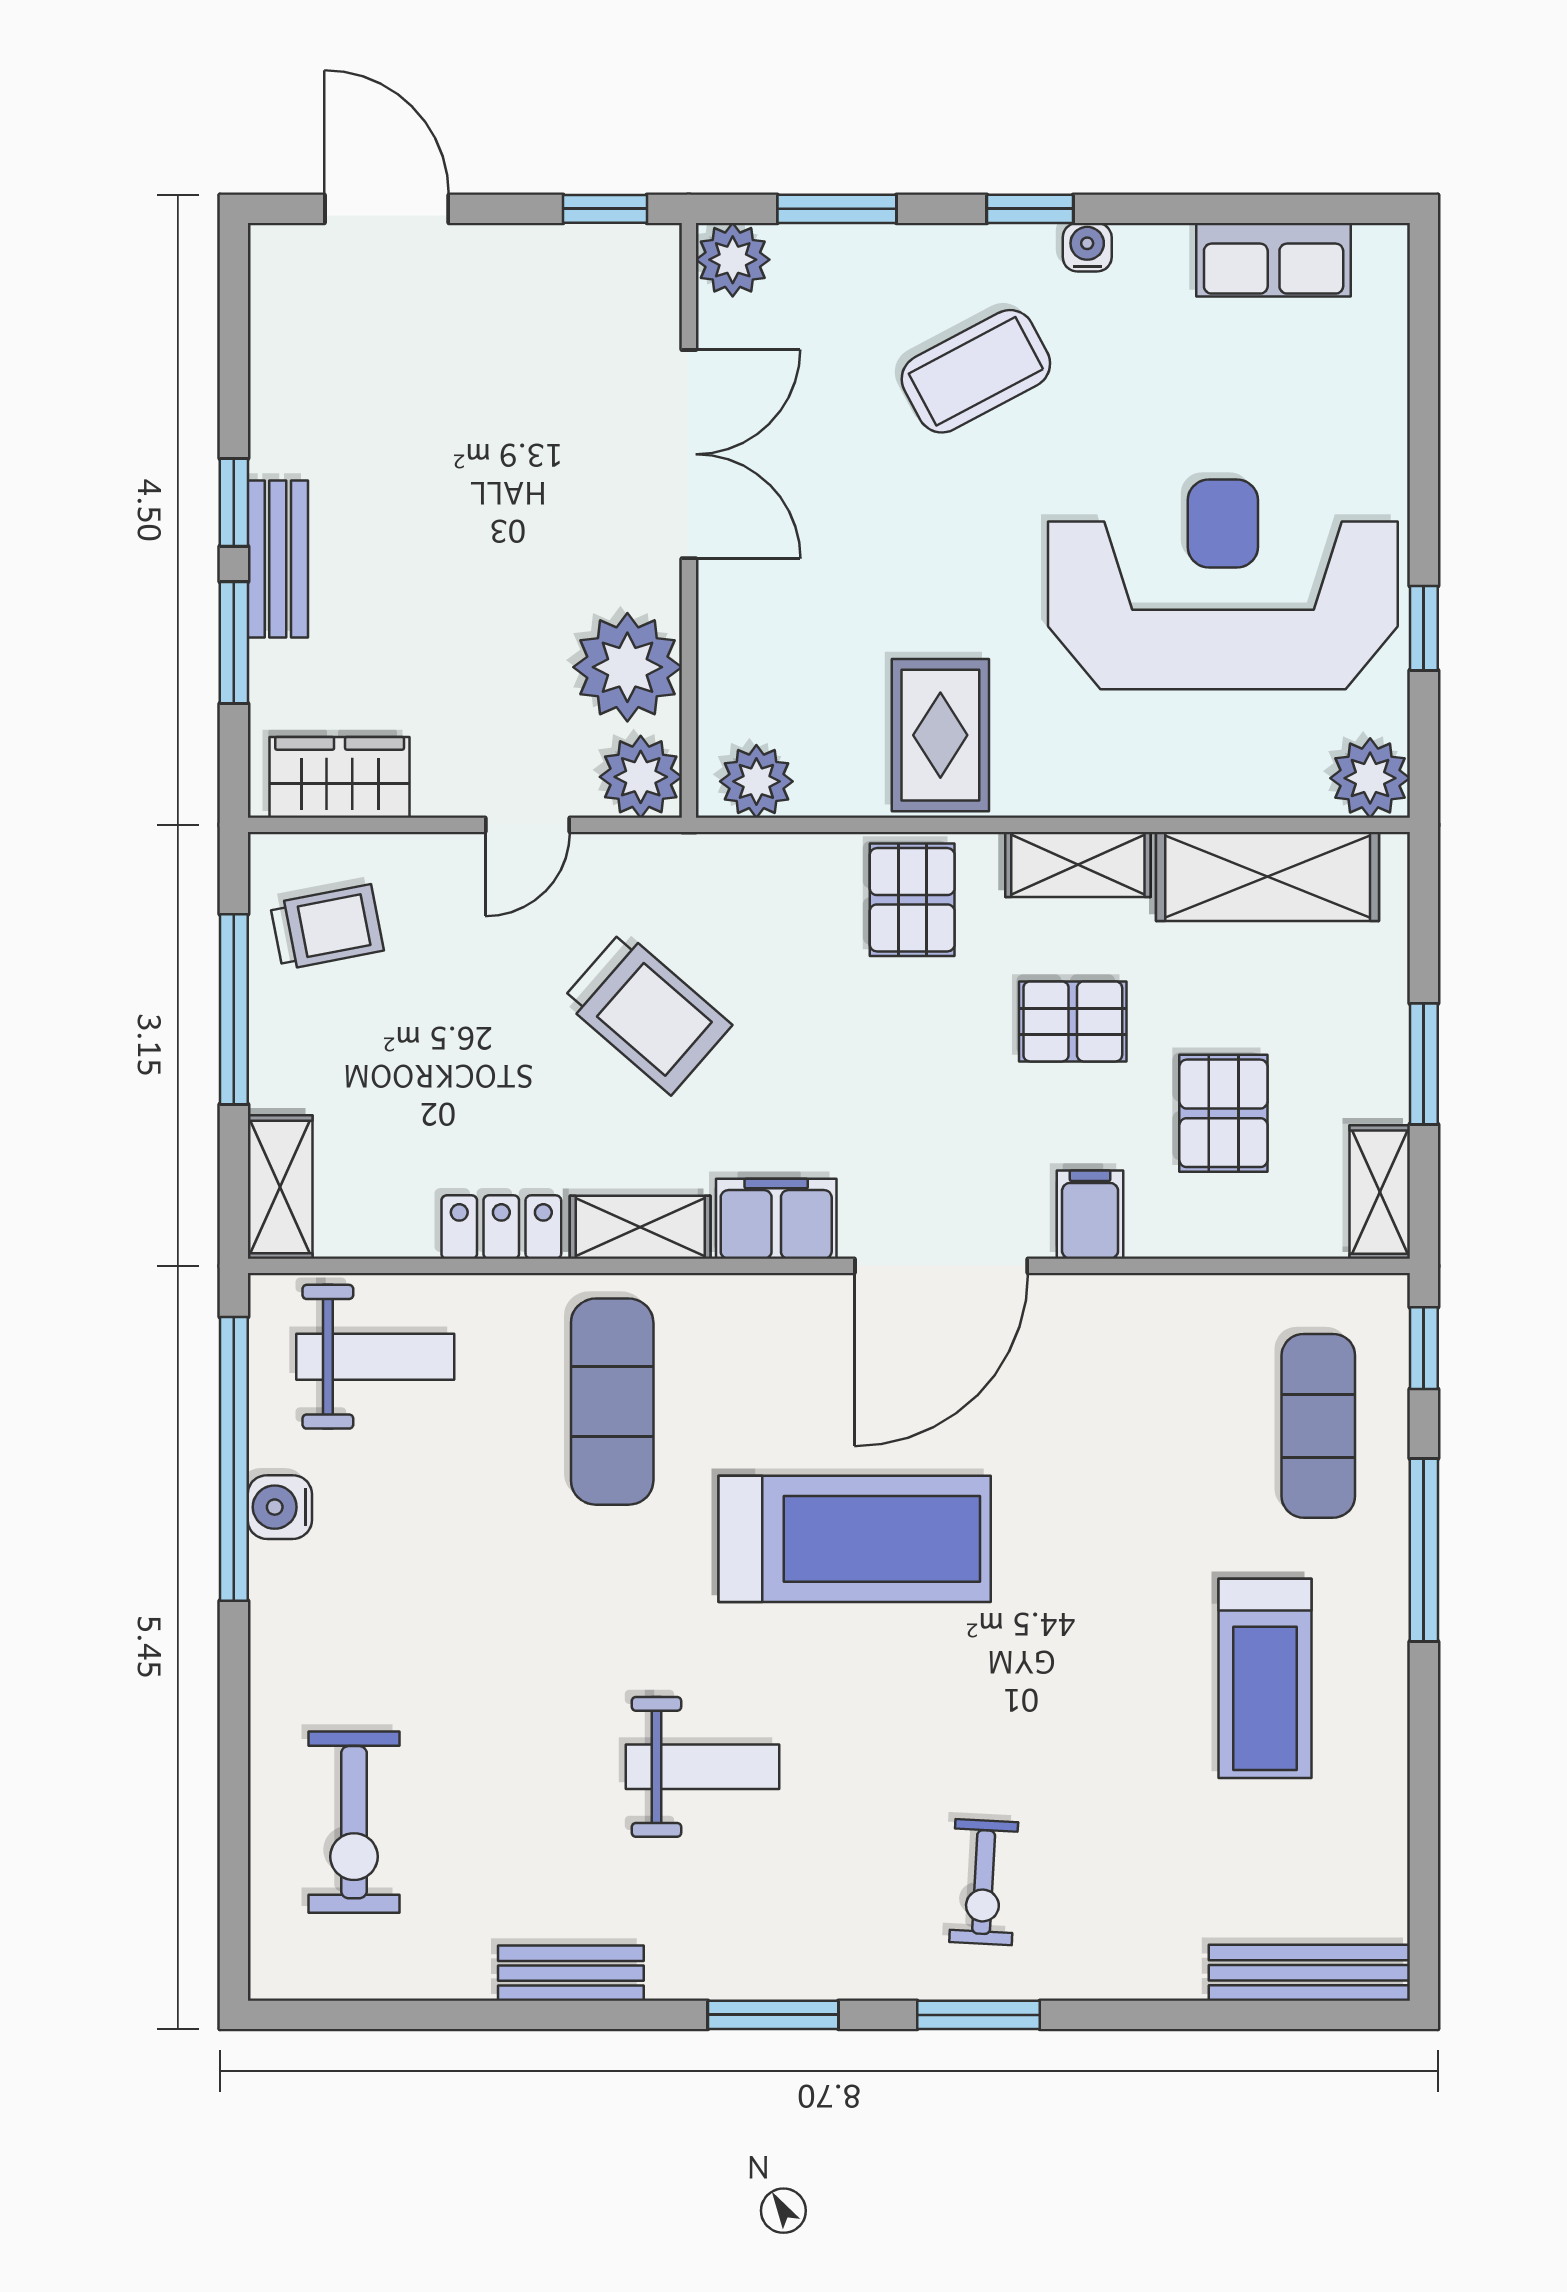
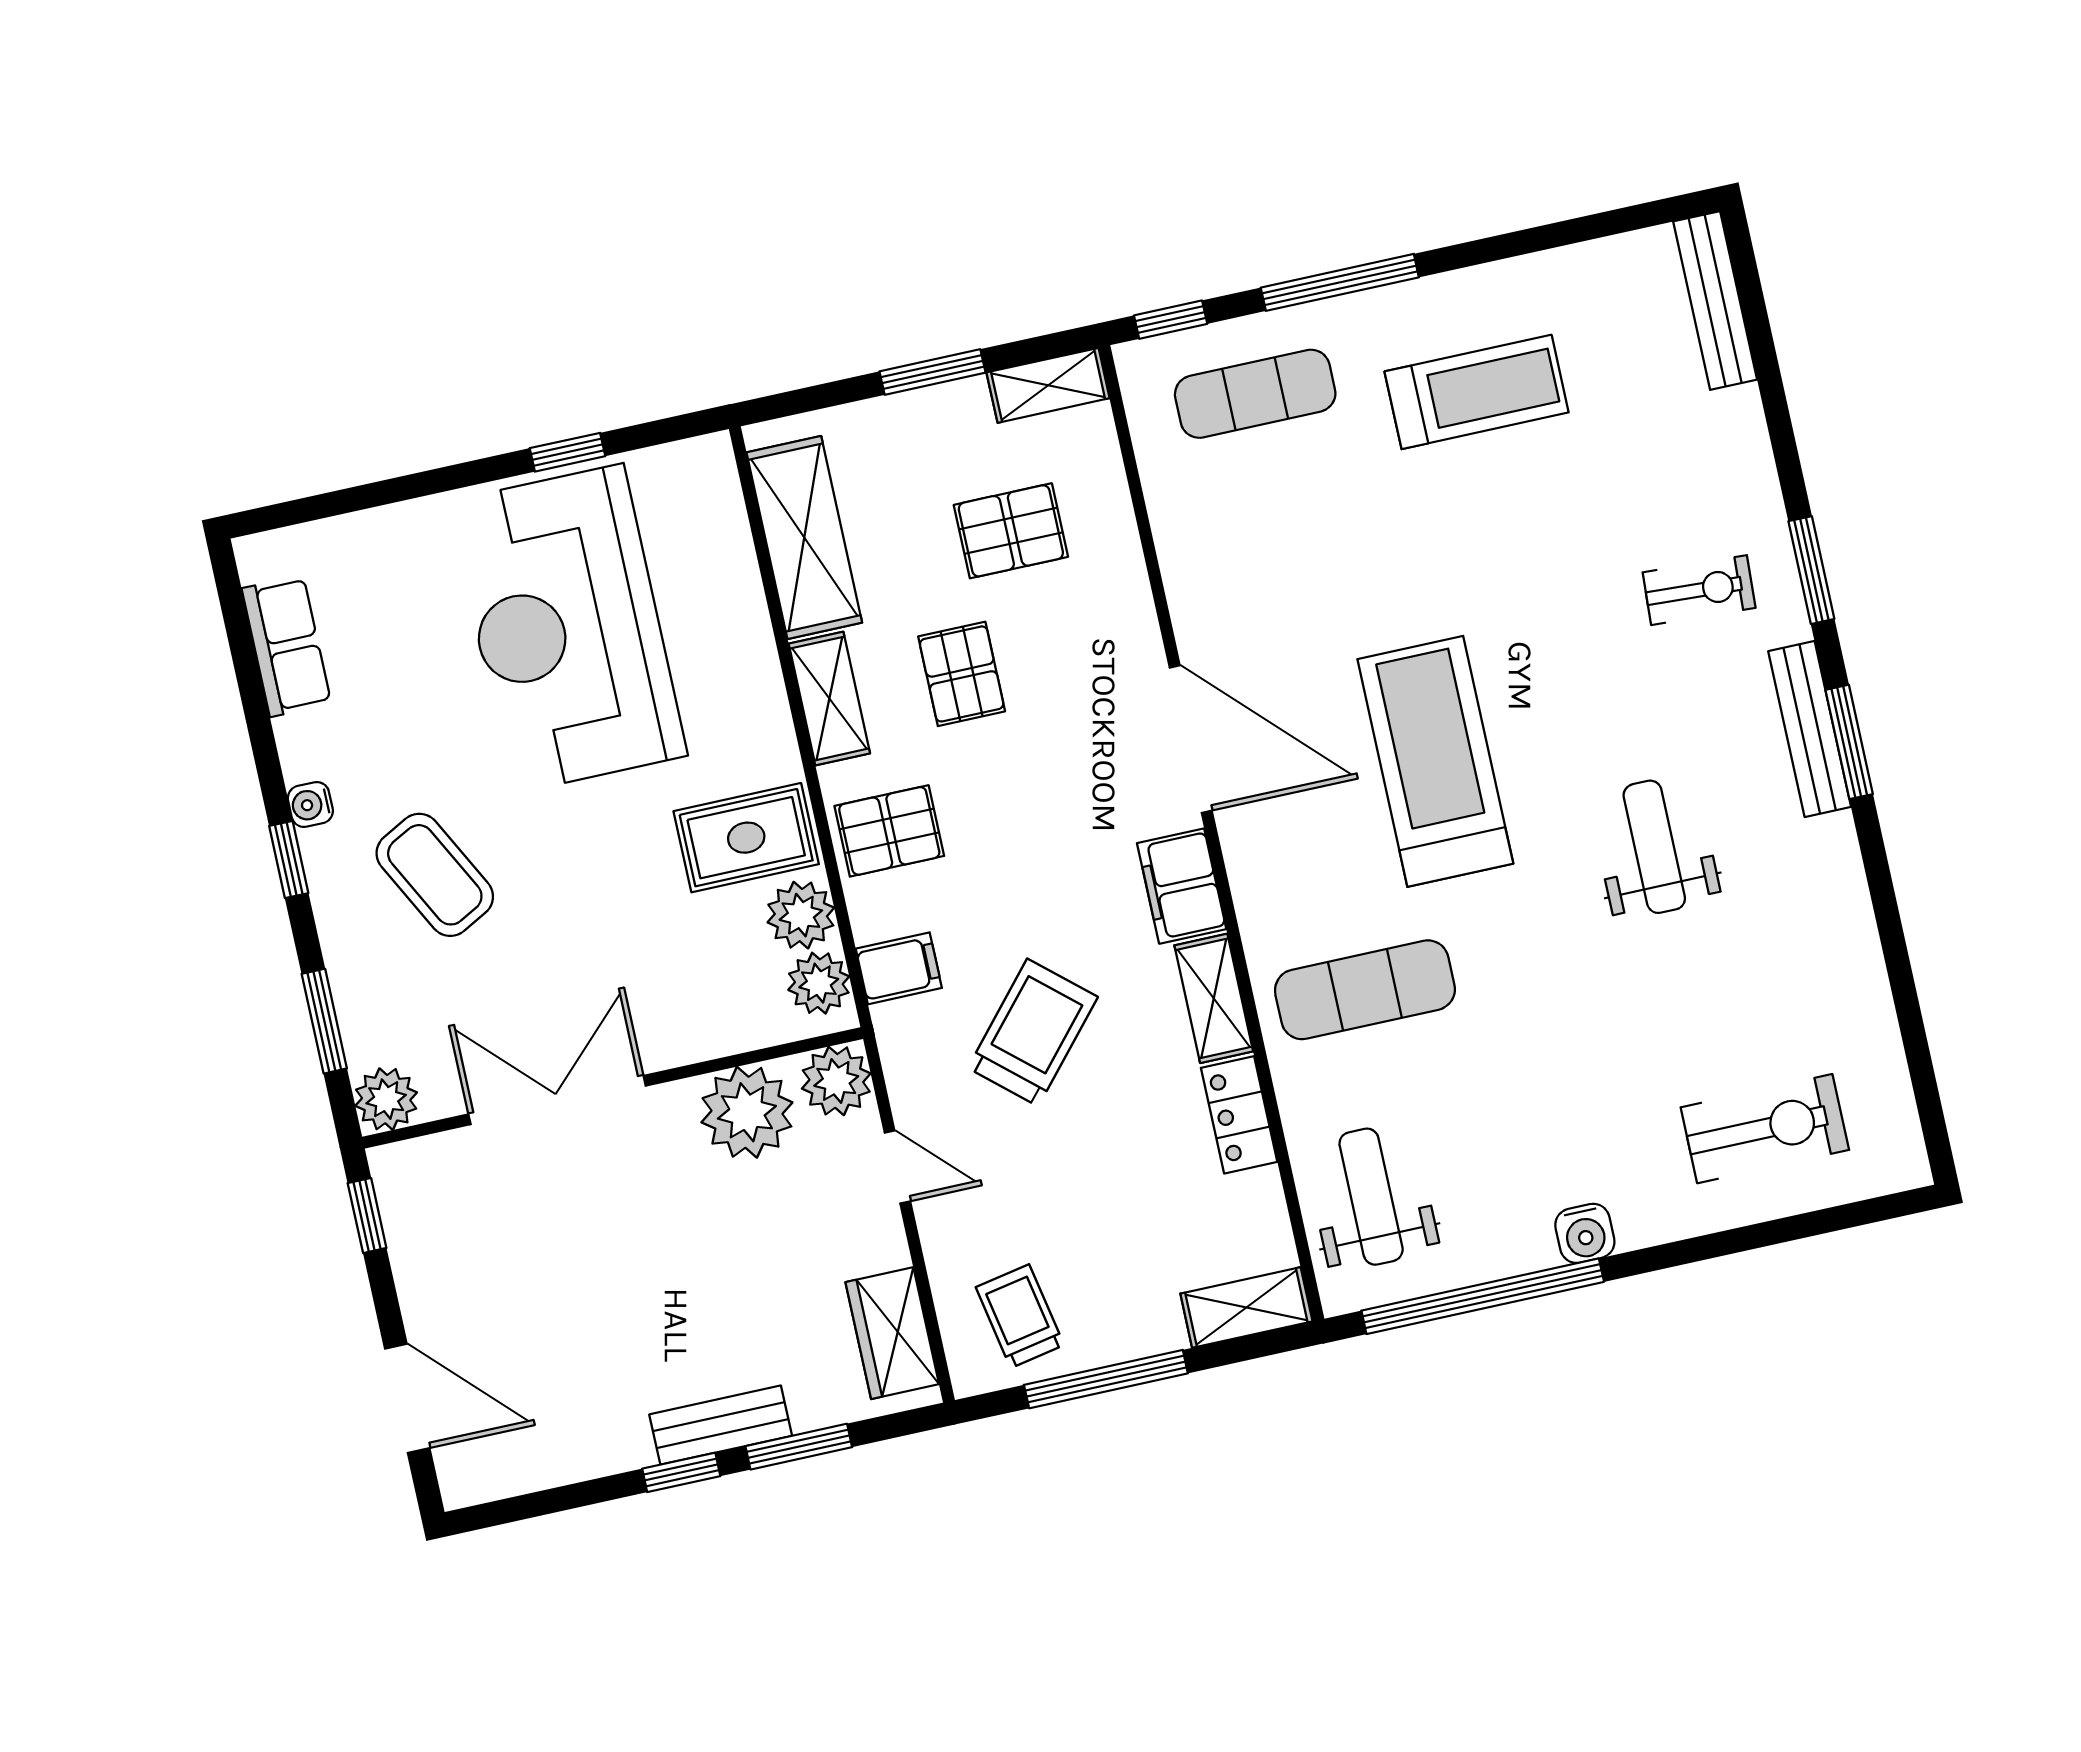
door: (387, 209) -> (407, 1398), swing flipped
plant: (1370, 778) -> (801, 915), moved
filing cabinet: (1090, 1215) -> (899, 968), moved, turned 180
water cooler: (280, 1507) -> (1585, 1233), moved
bench: (571, 1973) -> (1810, 729), moved, width x1.36

